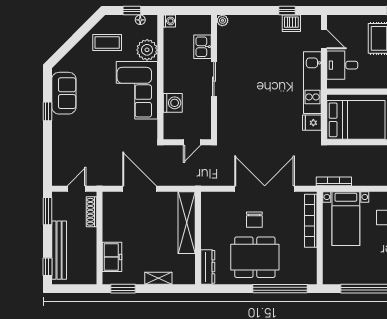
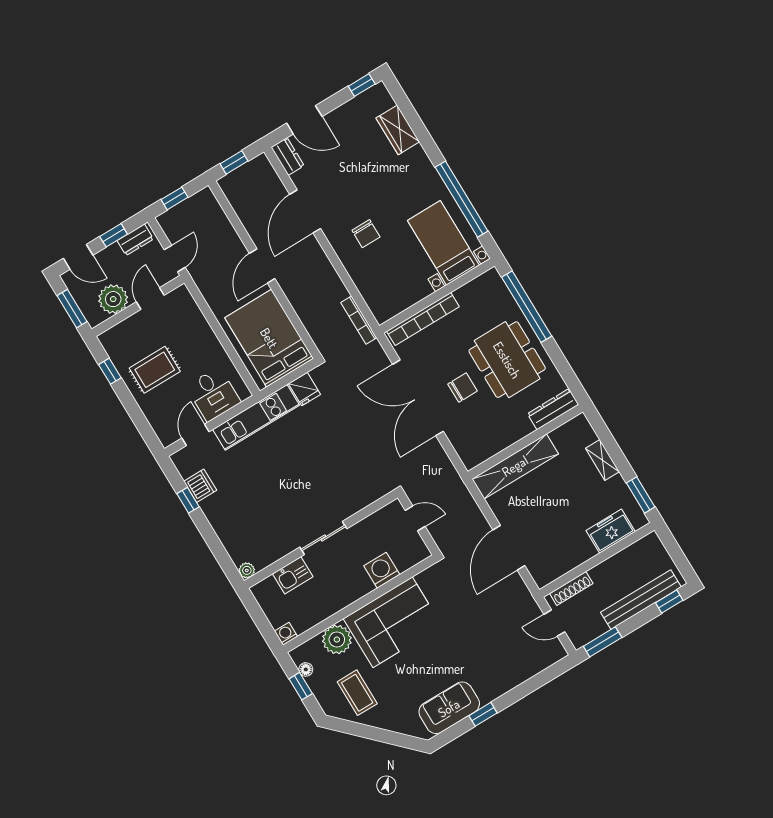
bed with nightstands: (346, 219) -> (443, 243), moved, turned -90

